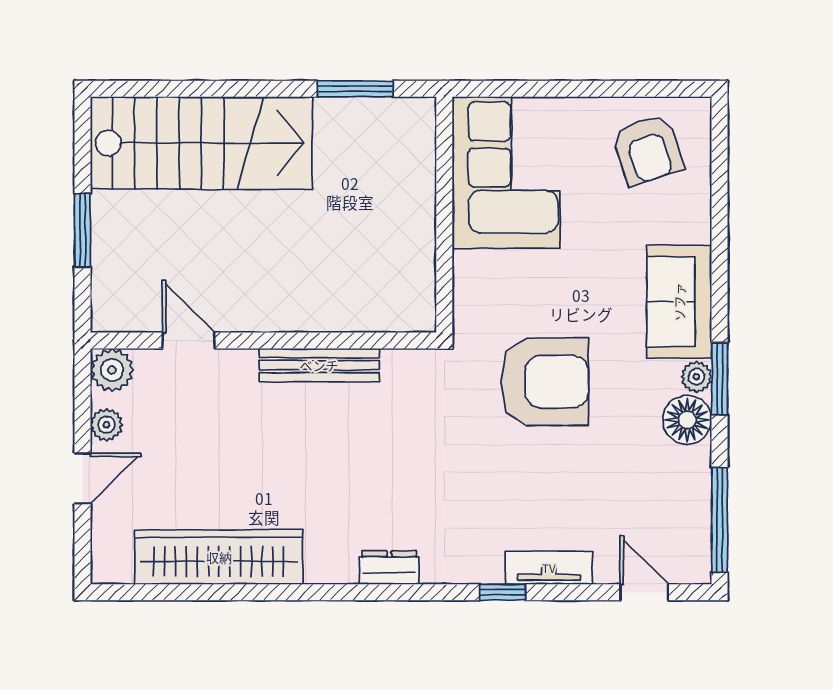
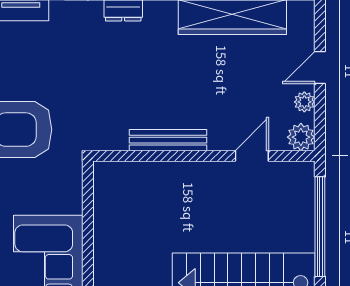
window: (83, 230) -> (320, 227), width x2.11
door: (189, 340) -> (252, 156), swing flipped

